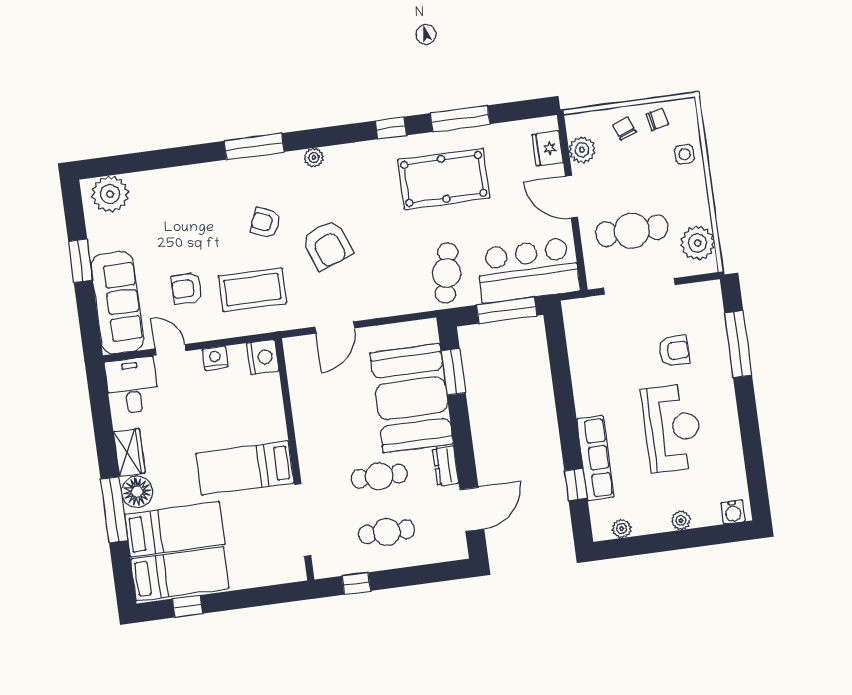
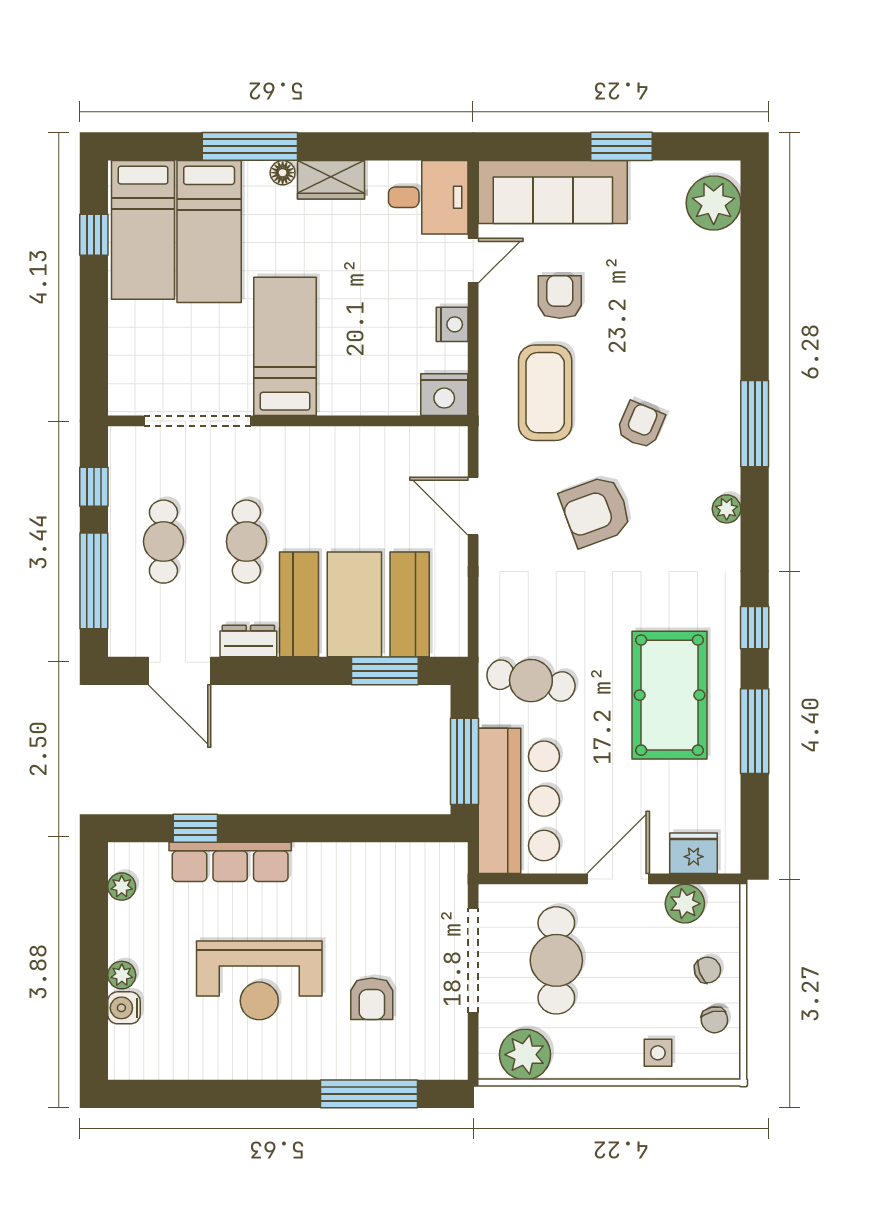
floor lamp: (137, 492) -> (283, 173), width x0.53, depth x0.53
water cooler: (733, 512) -> (124, 1008), moved
window: (419, 575) -> (94, 581), added

